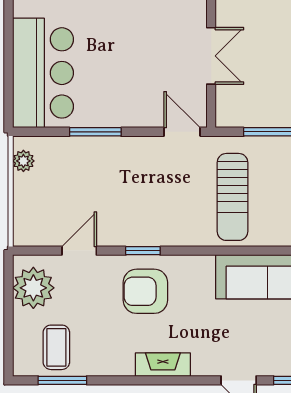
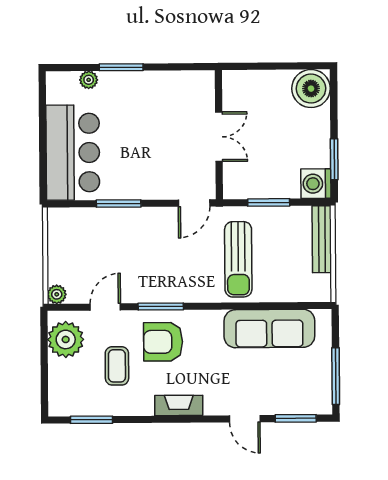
door: (182, 132) -> (194, 203), swing flipped
plant: (23, 161) -> (57, 294), moved
window: (143, 251) -> (161, 307), width x1.50
coffee table: (56, 347) -> (117, 366), moved

